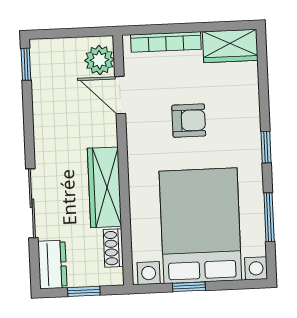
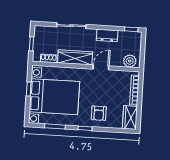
door: (120, 95) -> (101, 67), moved
armchair: (189, 121) -> (99, 113), moved
dresser: (52, 264) -> (107, 35), moved

